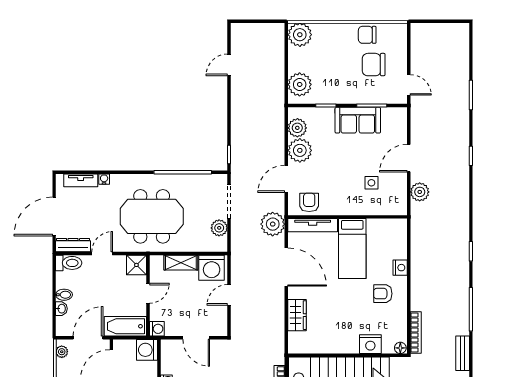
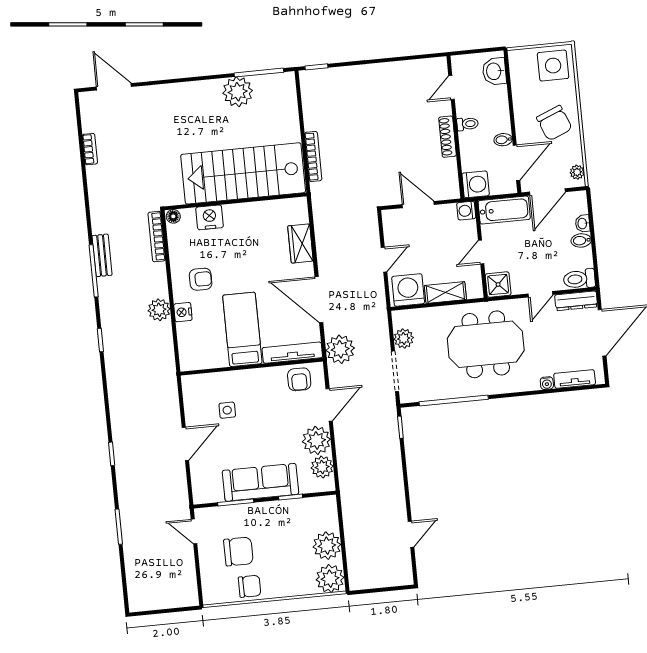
plant: (300, 84) -> (327, 546), moved
sofa: (358, 120) -> (261, 482), width x1.36
plant: (420, 192) -> (159, 310), moved
bench: (463, 353) -> (102, 255), moved

